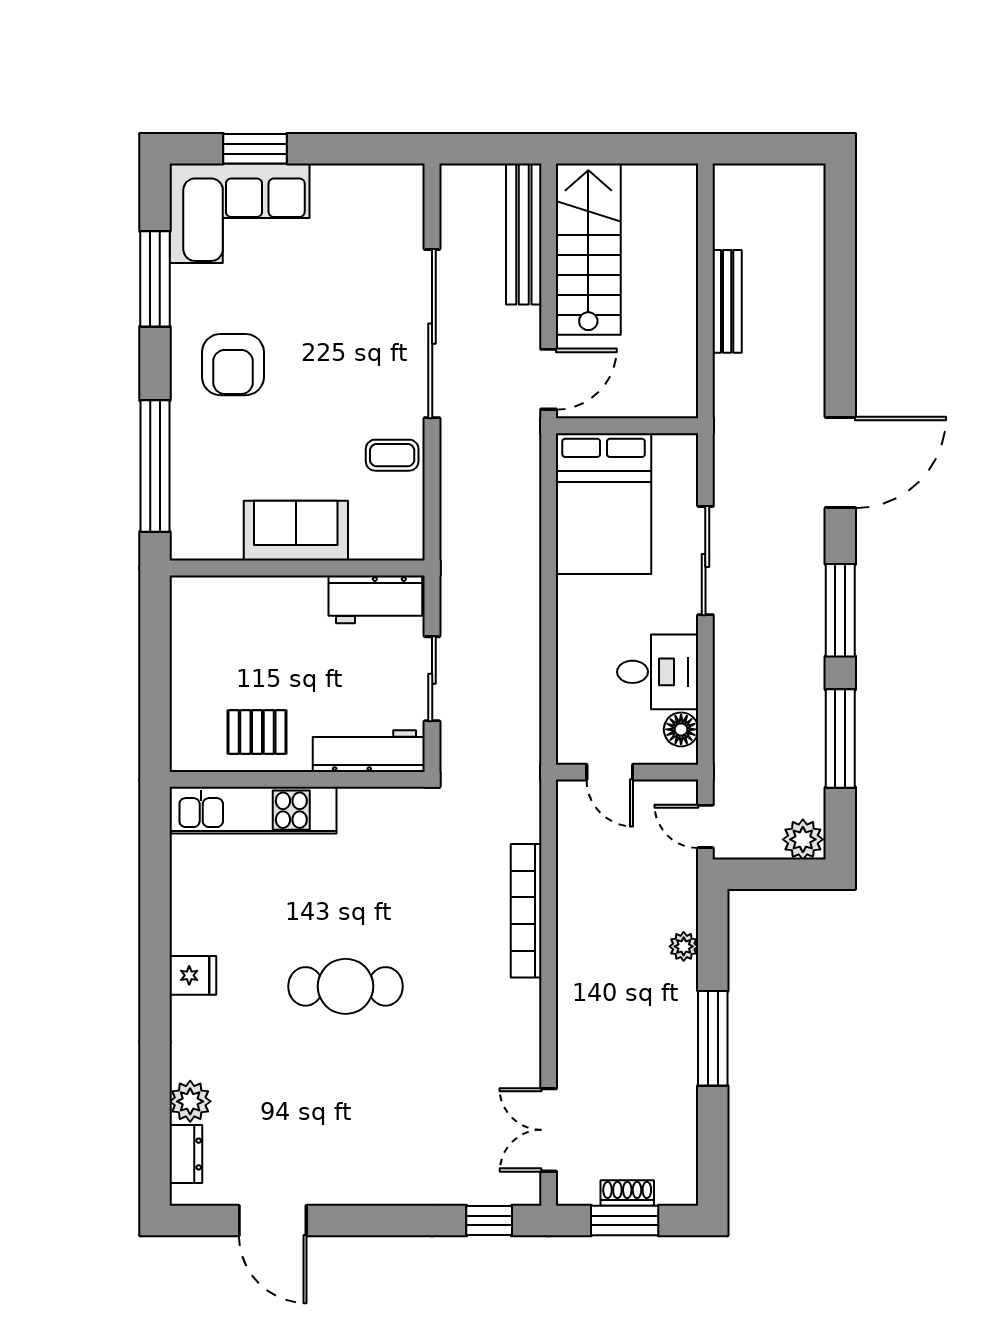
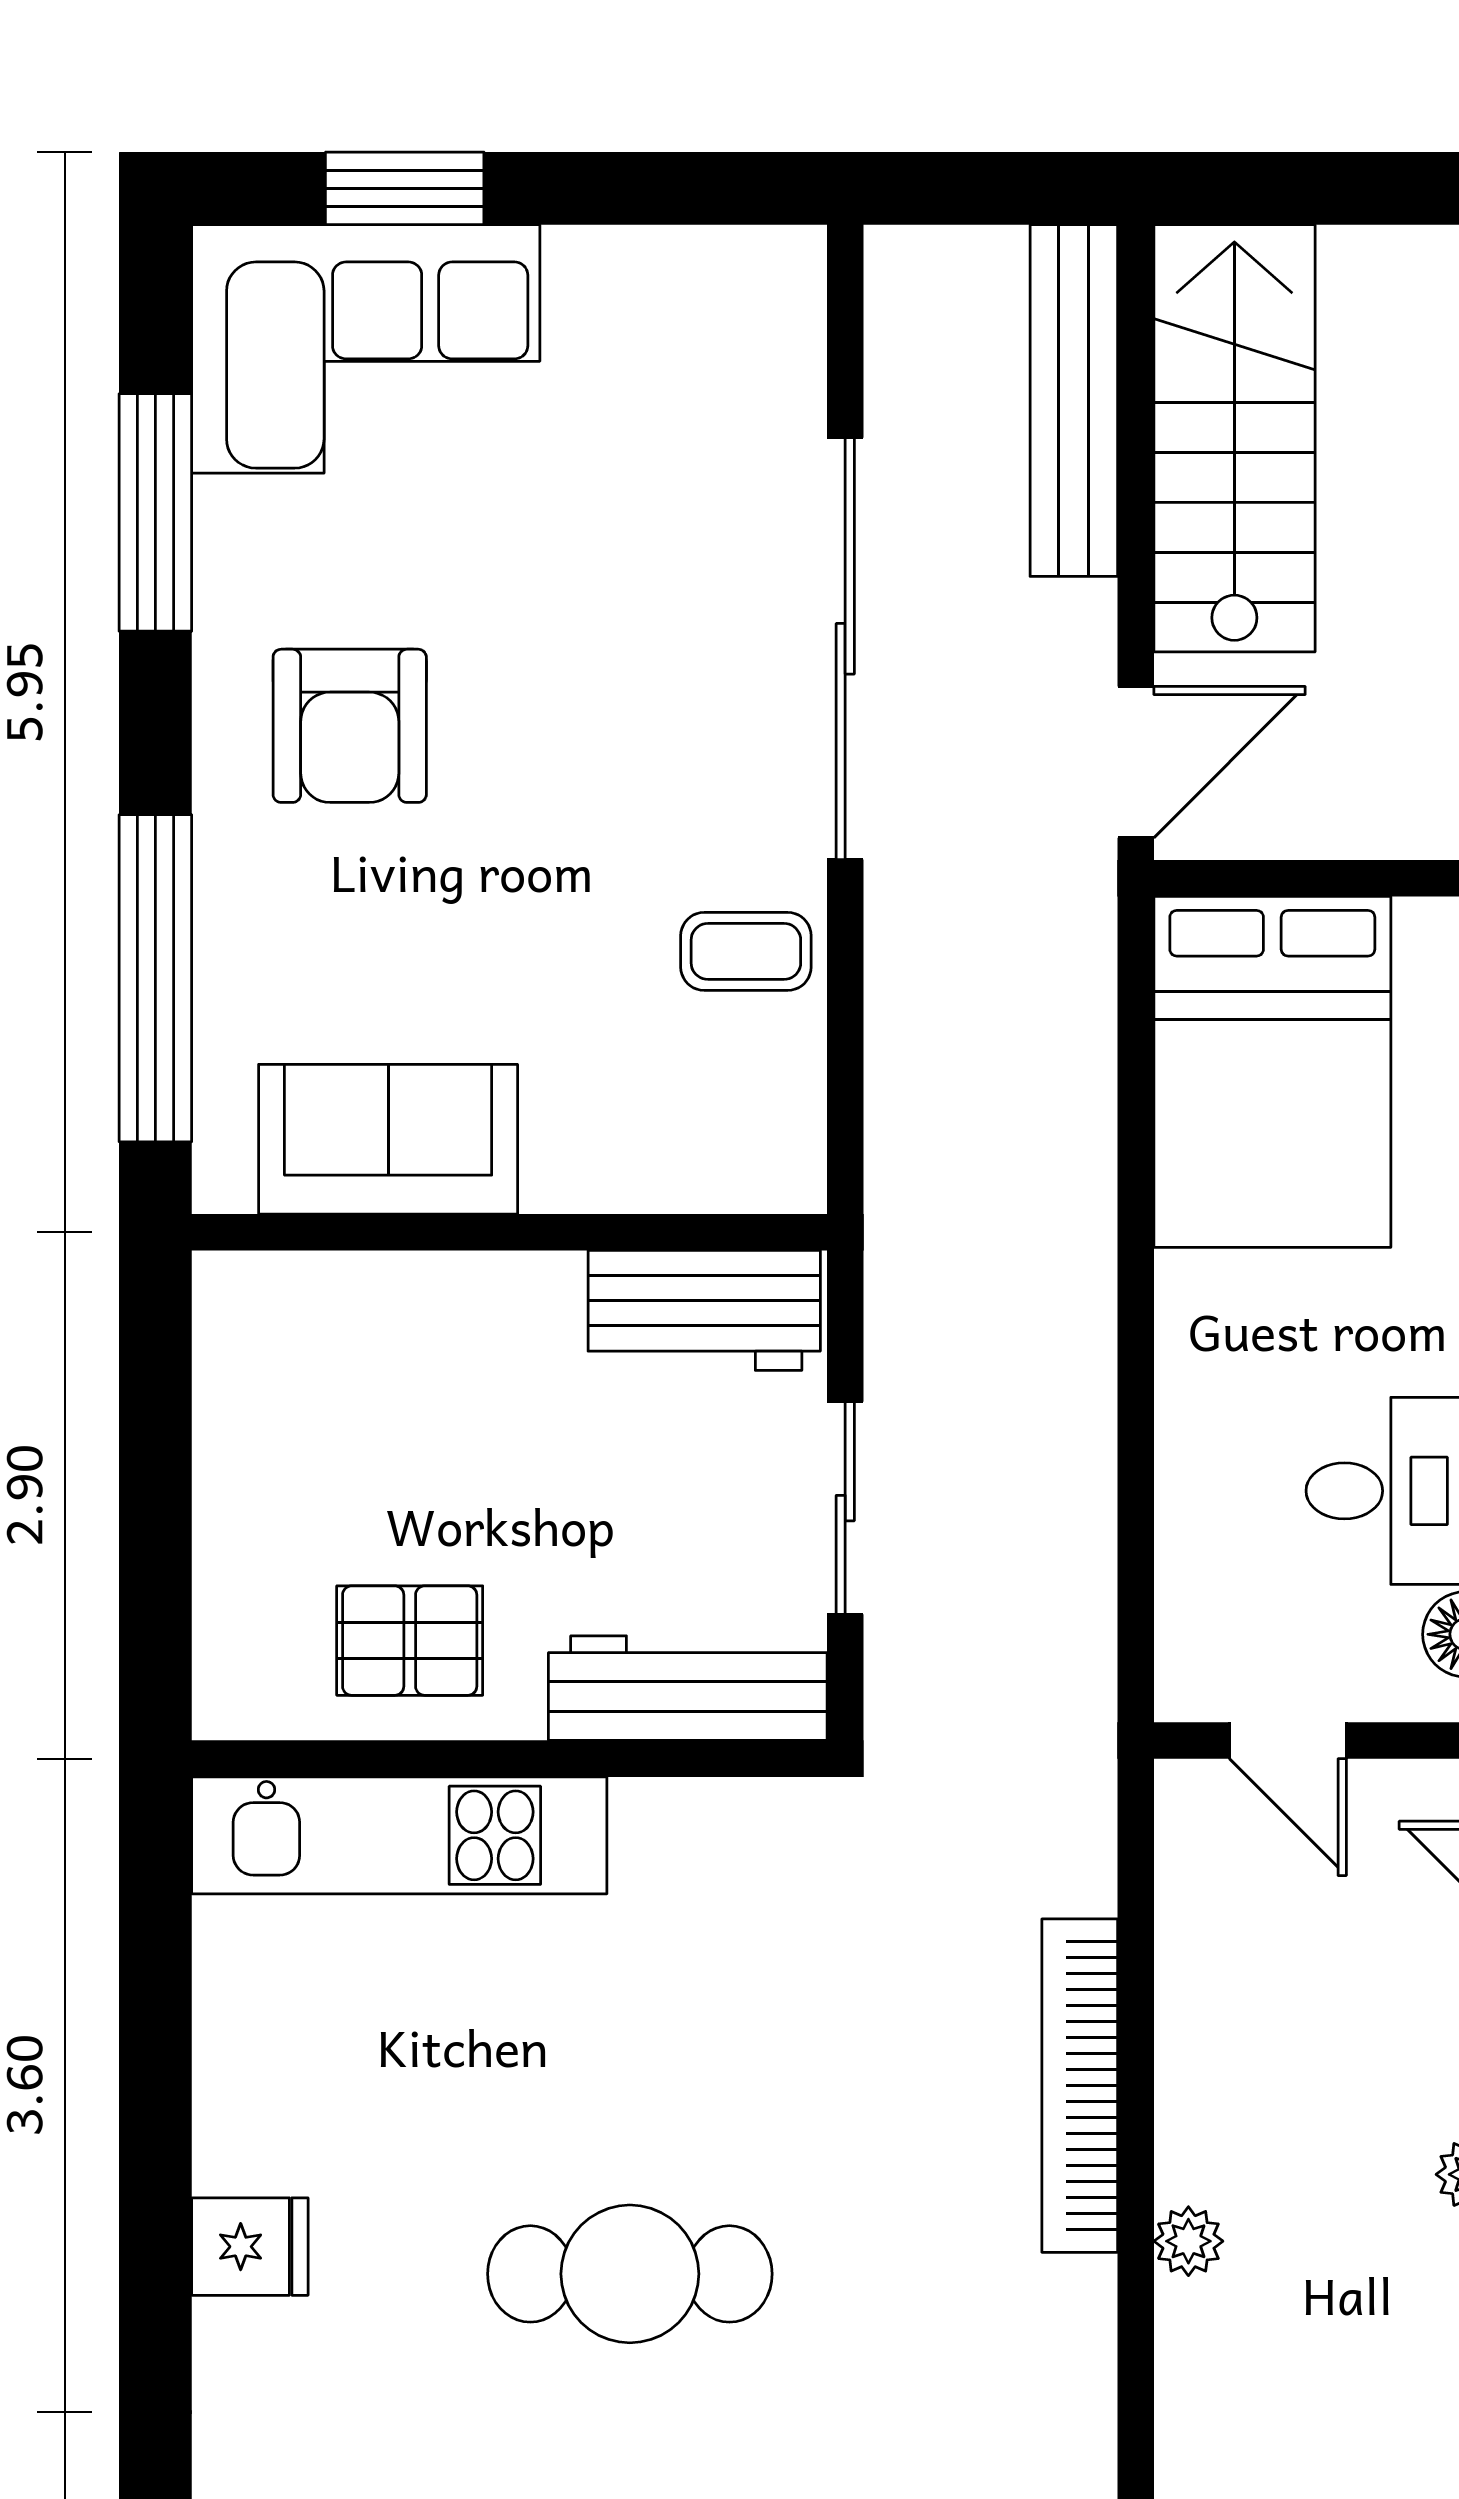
sofa: (296, 531) -> (388, 1139), moved
plant: (570, 973) -> (1188, 2241), added

